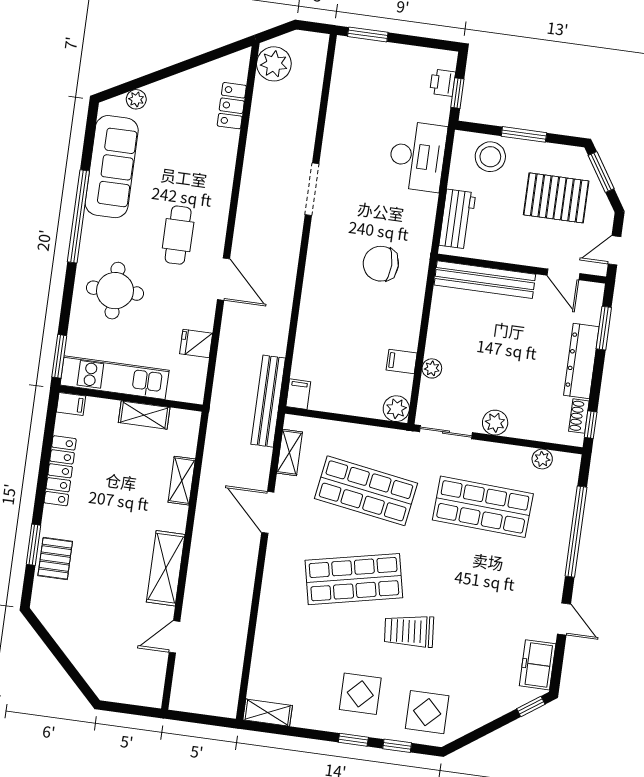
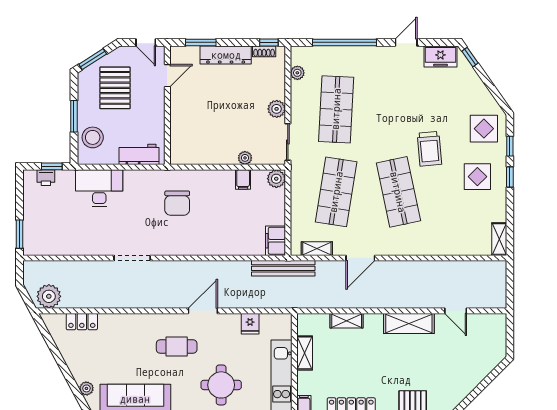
bench: (485, 280) -> (178, 130), removed
filing cabinet: (298, 394) -> (275, 241), width x2.00

